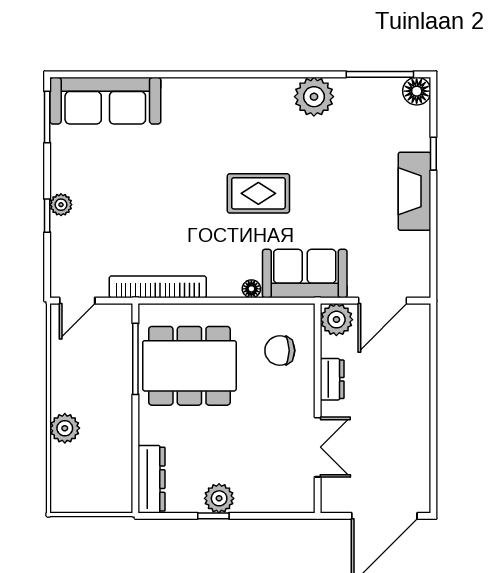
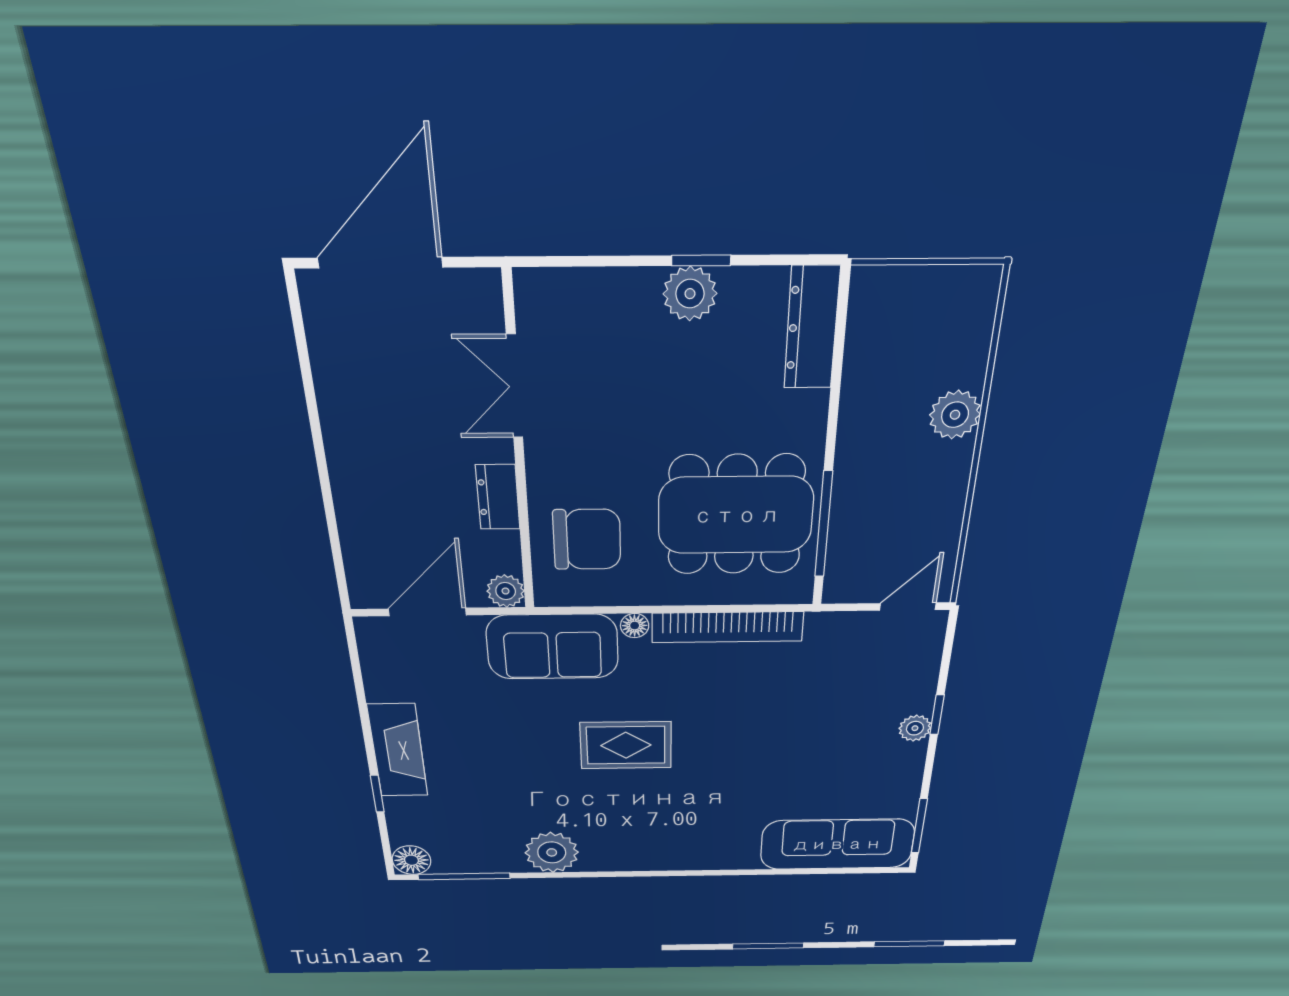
bookcase: (158, 287) -> (727, 627), moved
plant: (336, 320) -> (506, 591), width x0.73, depth x0.73
chair: (280, 351) -> (587, 539), width x1.37, depth x1.37

